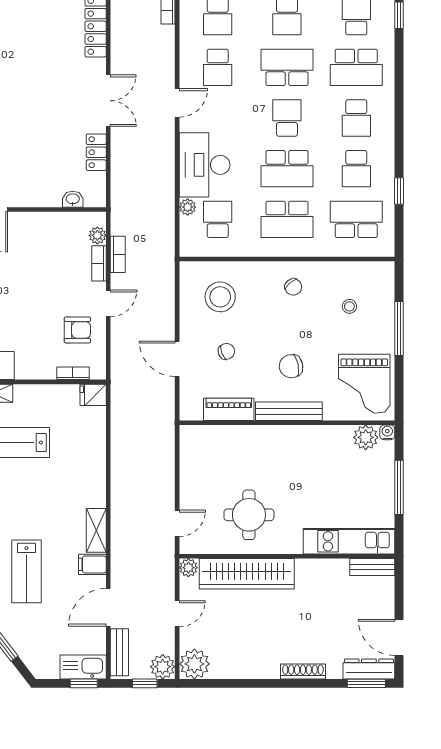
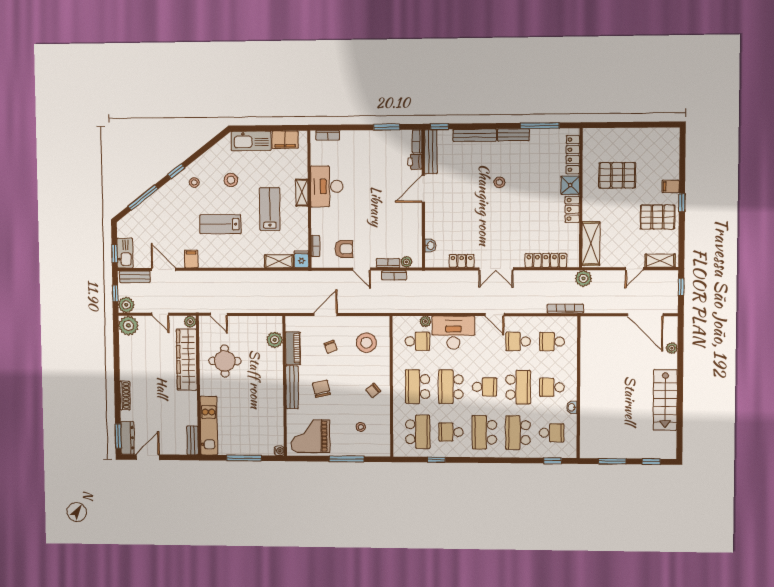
school desk: (356, 118) -> (484, 432), width x1.85
armchair: (77, 330) -> (344, 249), turned -90
plant: (366, 437) -> (275, 340), moved
shelving: (96, 530) -> (279, 261), moved
lab bench: (26, 571) -> (220, 224), moved

